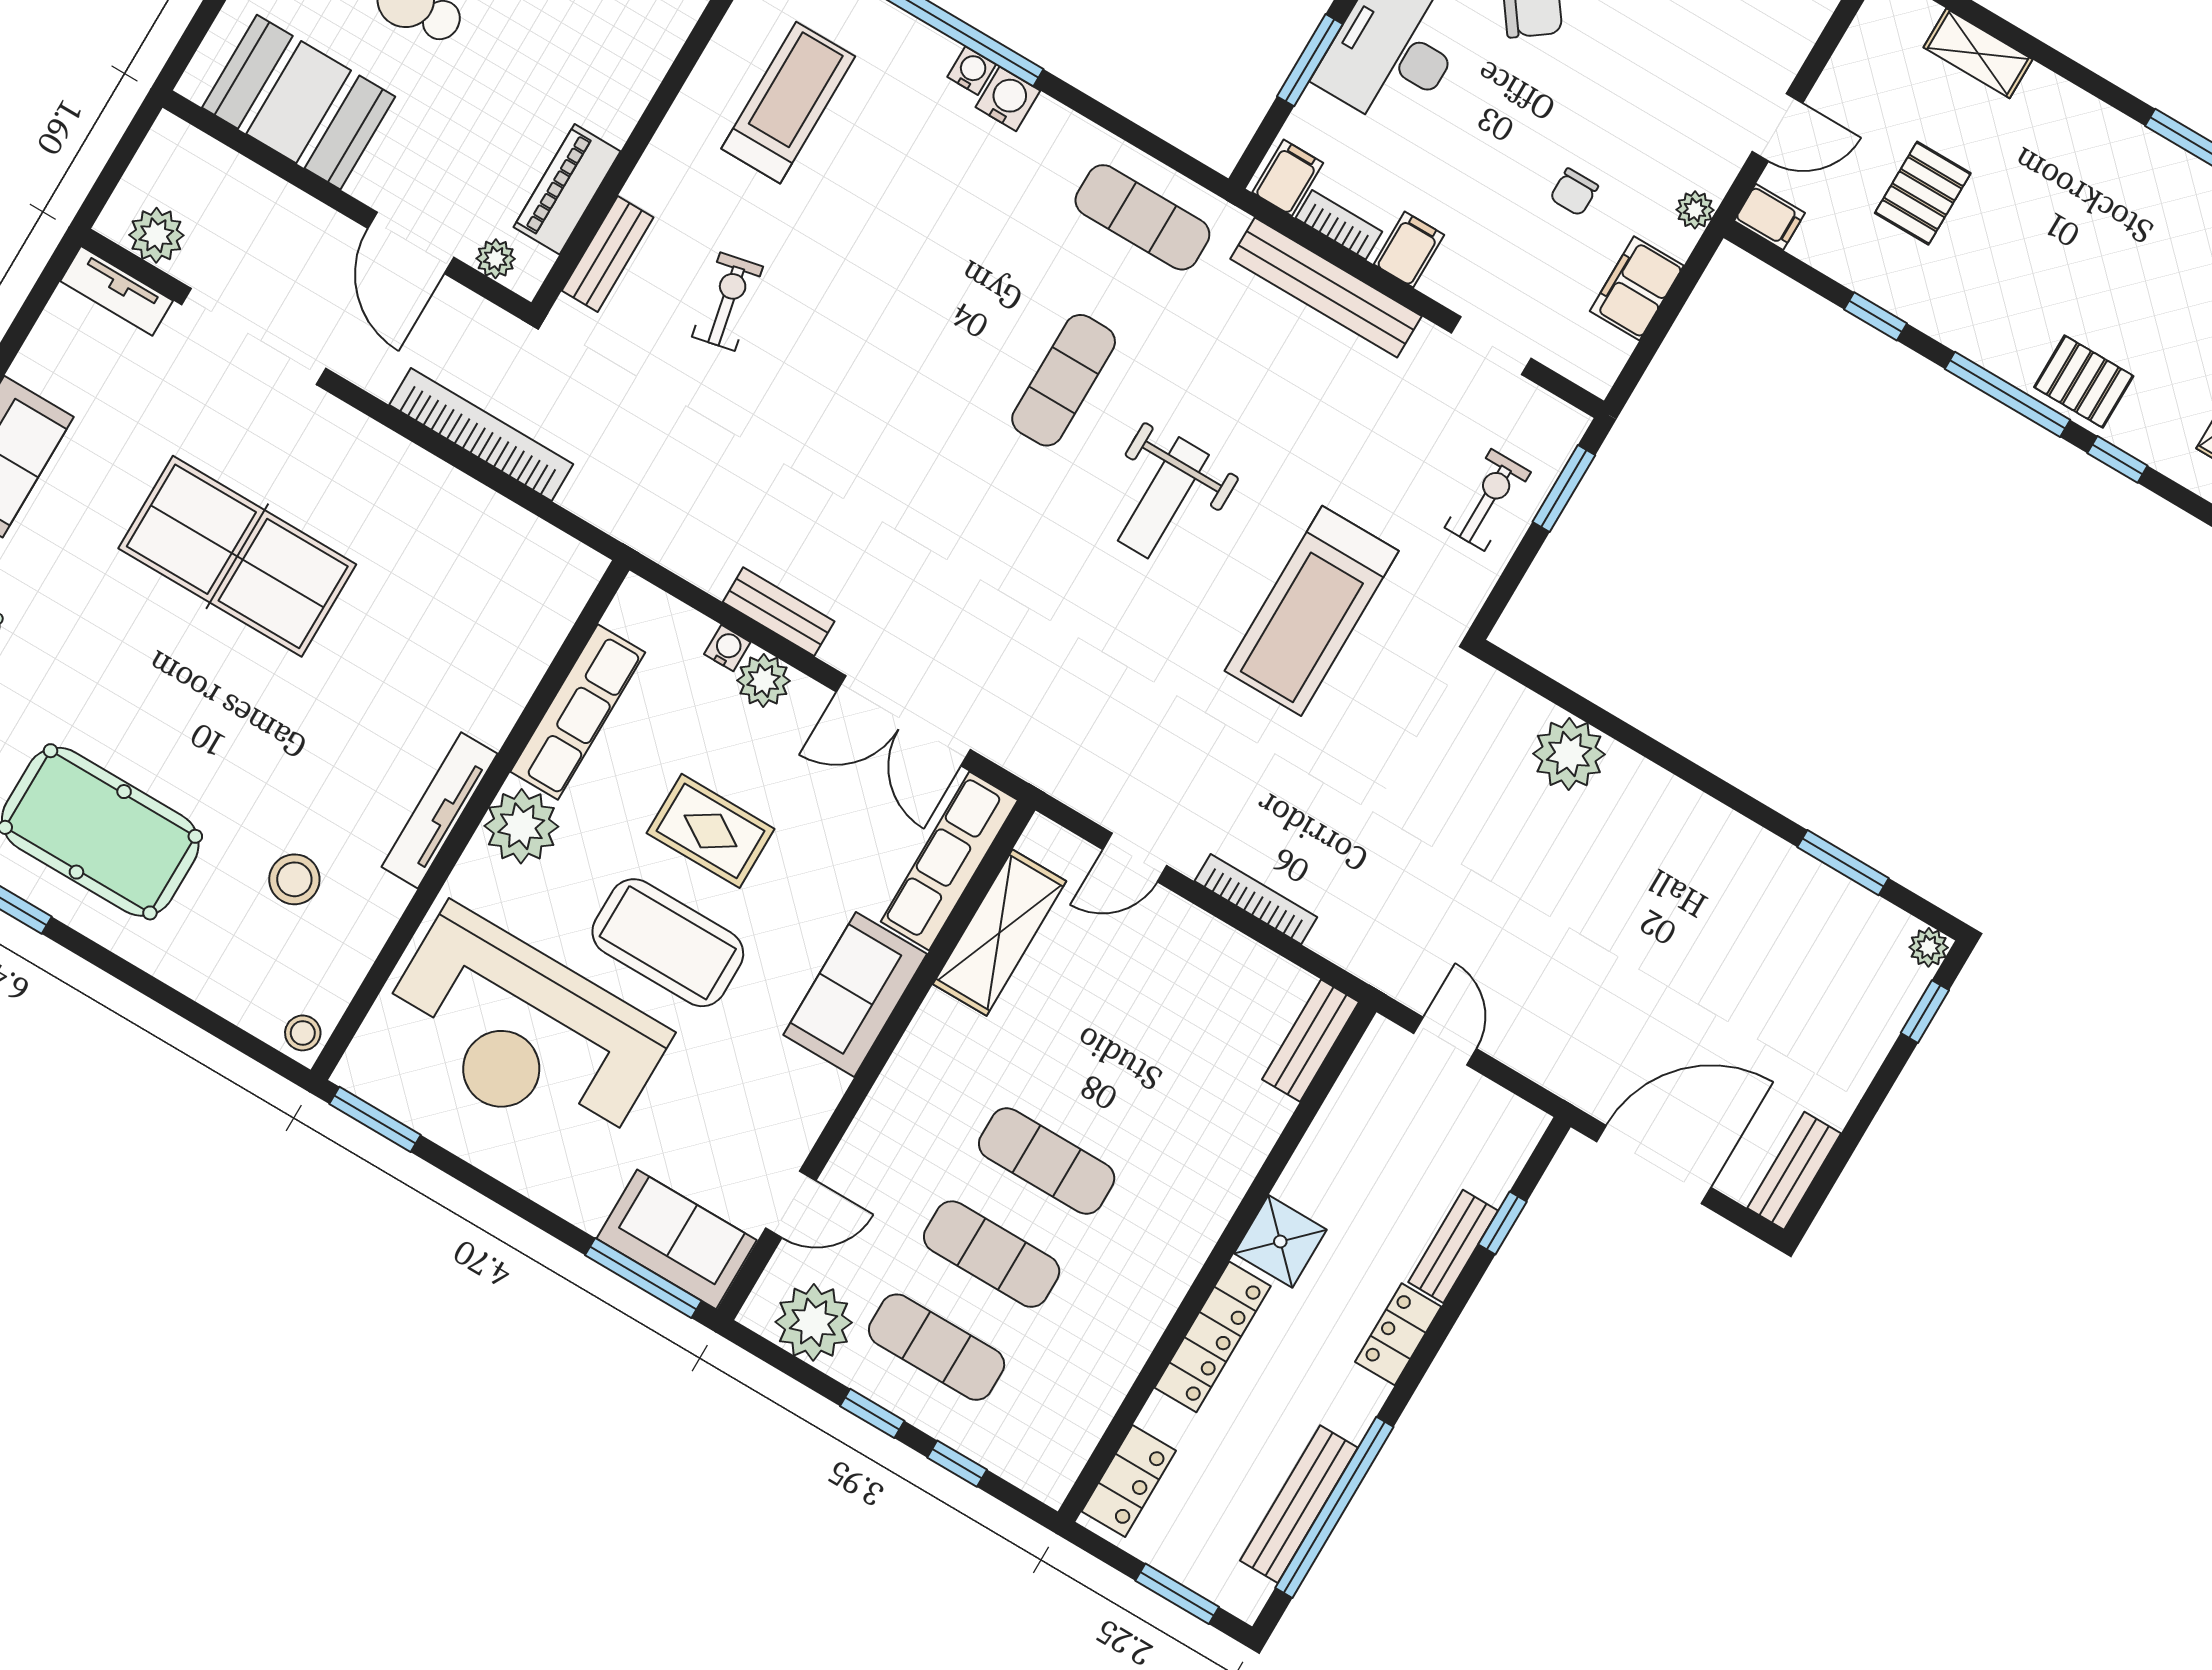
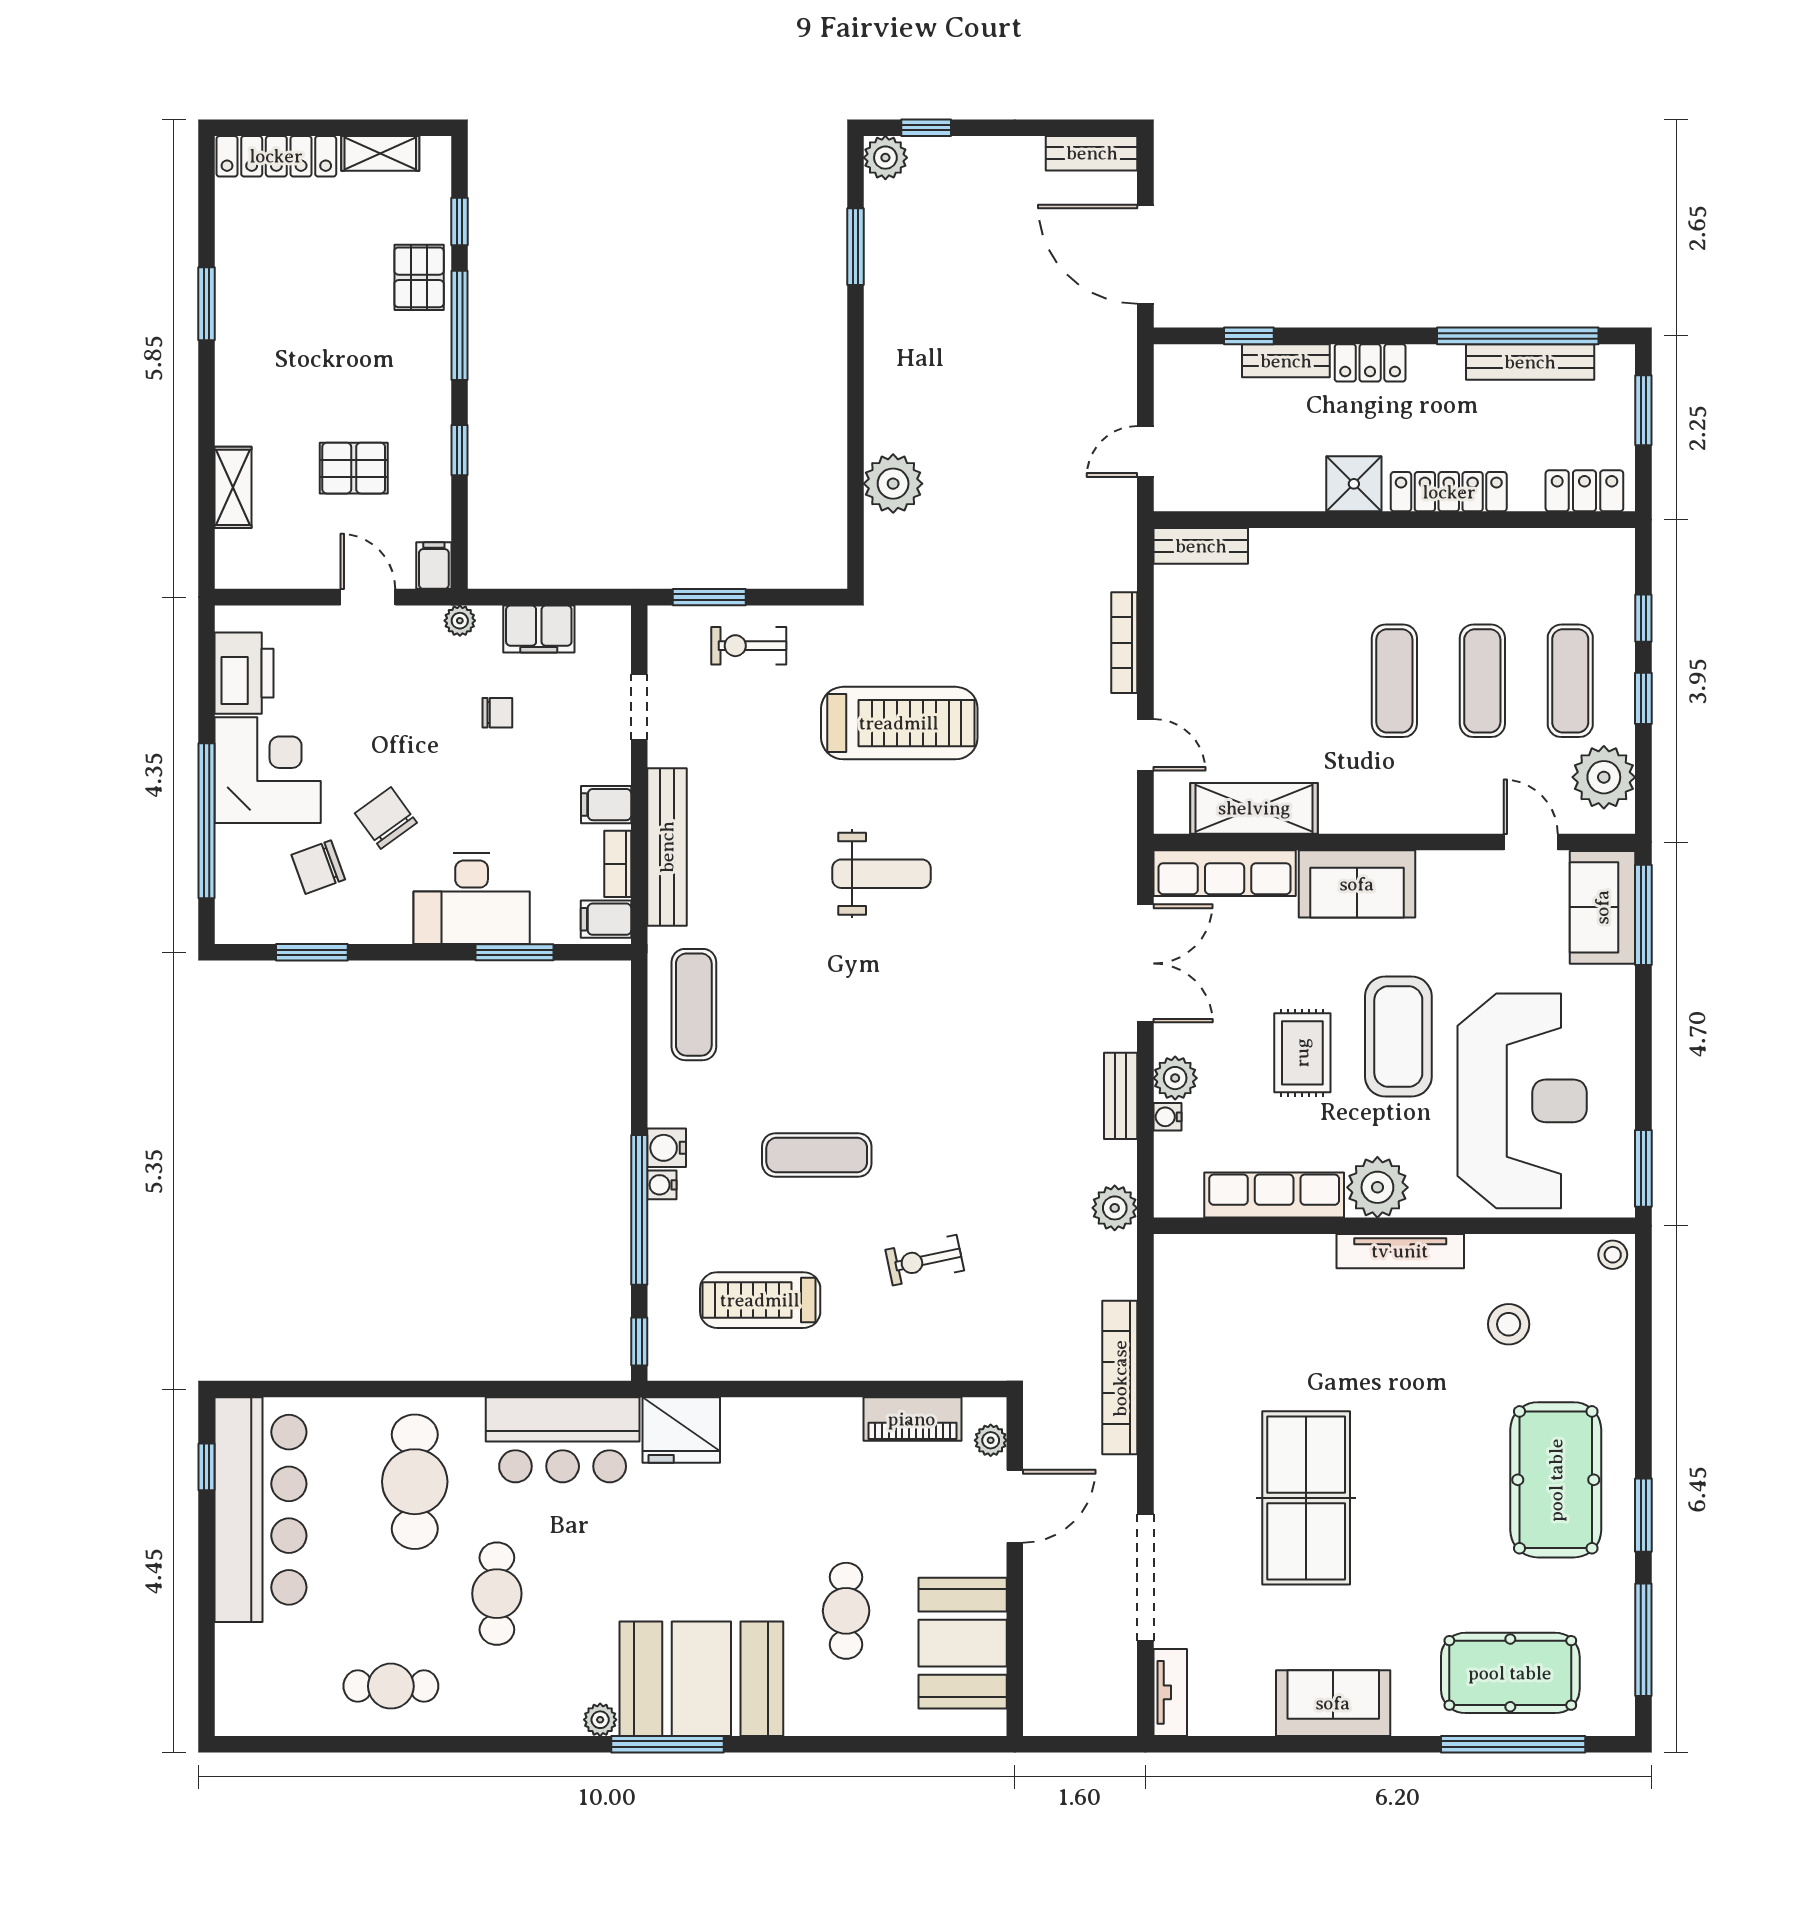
plant: (156, 235) -> (1115, 1208), moved
bench: (608, 254) -> (941, 1364), removed
exercise mat: (1064, 380) -> (817, 1155), moved
plant: (1929, 947) -> (885, 158), width x1.38, depth x1.38

